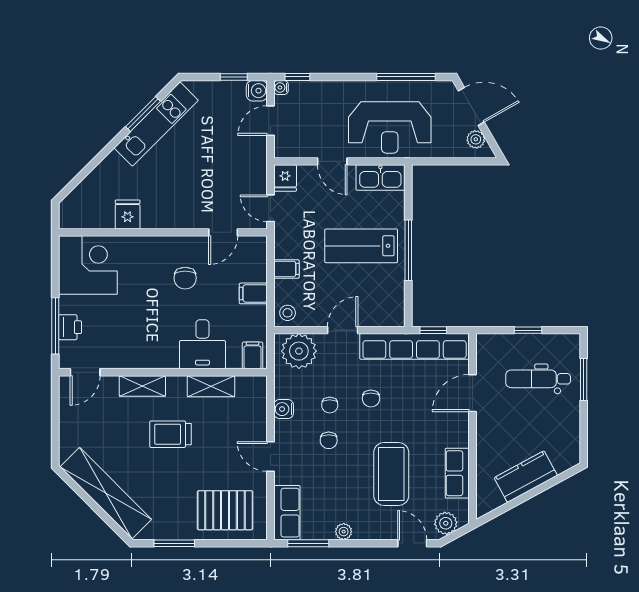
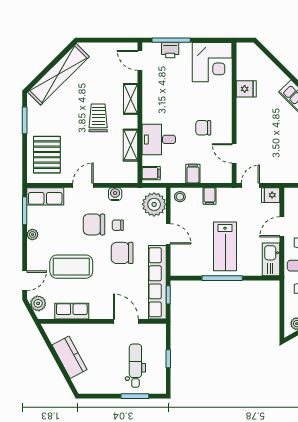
lab bench: (361, 246) -> (225, 246), turned 180
chair: (371, 399) -> (122, 253), width x1.87, depth x1.87
chair: (329, 440) -> (94, 224), width x1.87, depth x1.87

